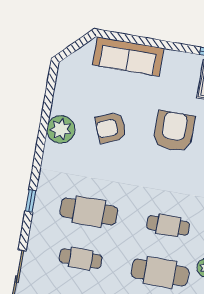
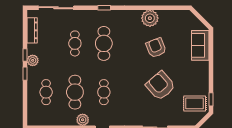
sofa: (128, 56) -> (200, 45), width x0.73
armchair: (174, 131) -> (160, 86), turned -131

